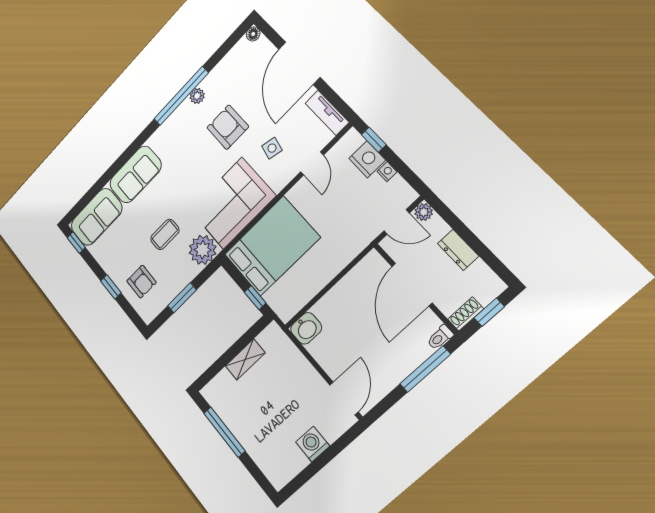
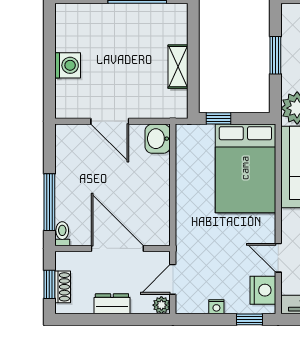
nightstand: (367, 159) -> (263, 290), moved, turned -90
shoe rack: (466, 314) -> (63, 287), moved
door: (344, 398) -> (110, 121), moved

